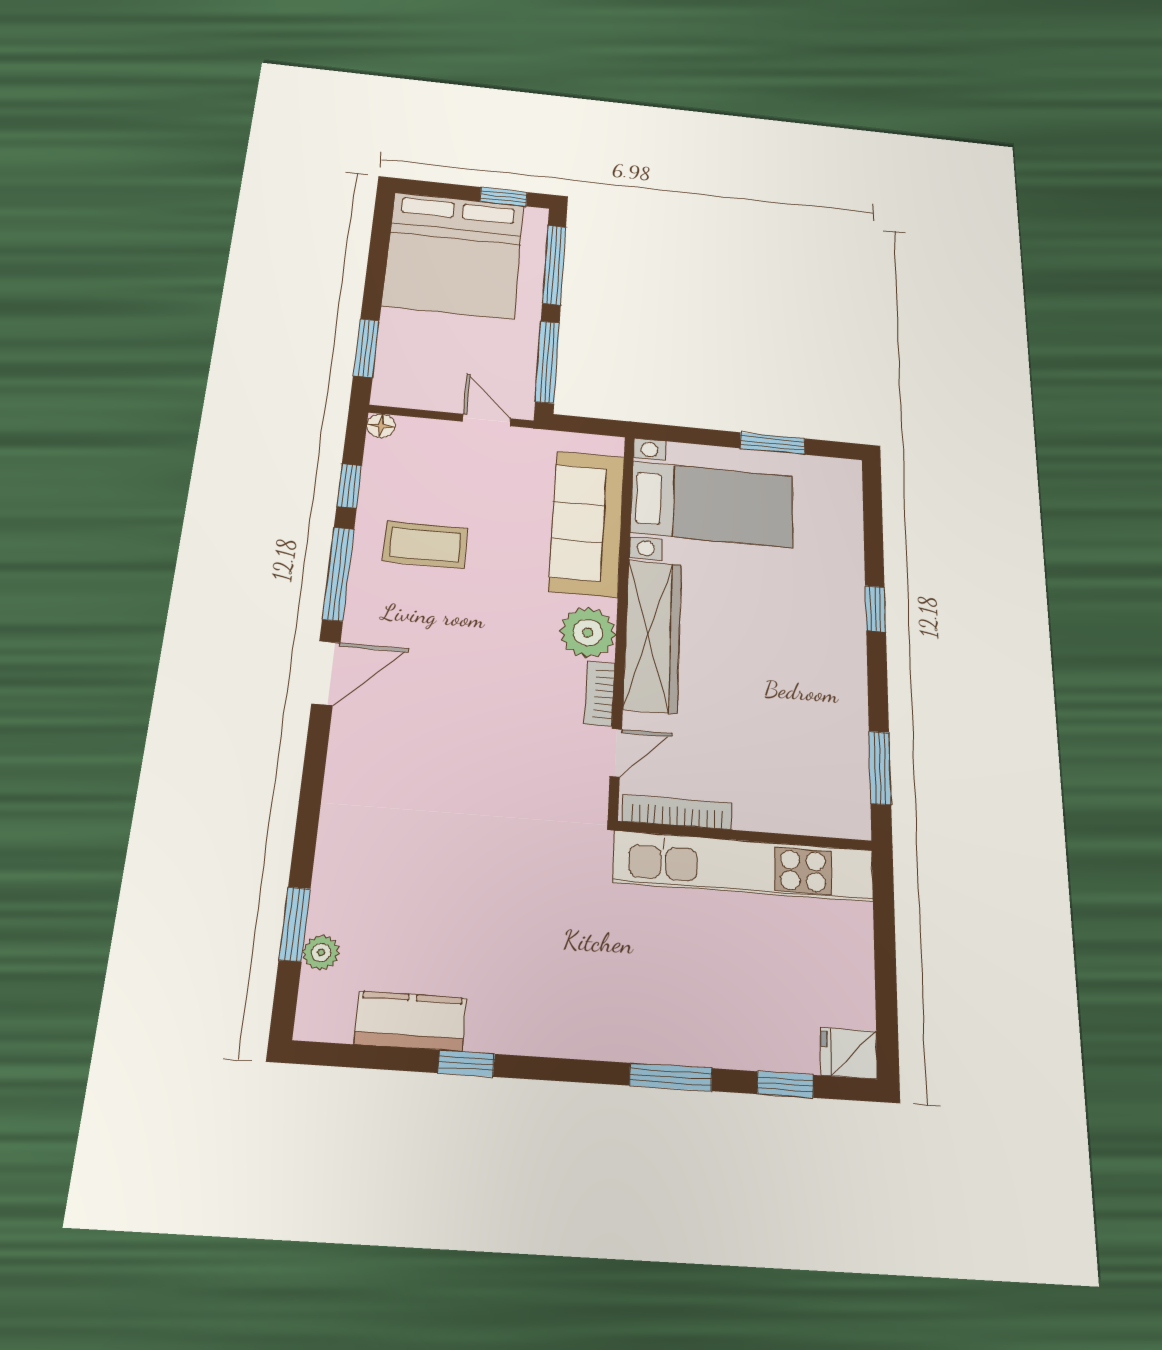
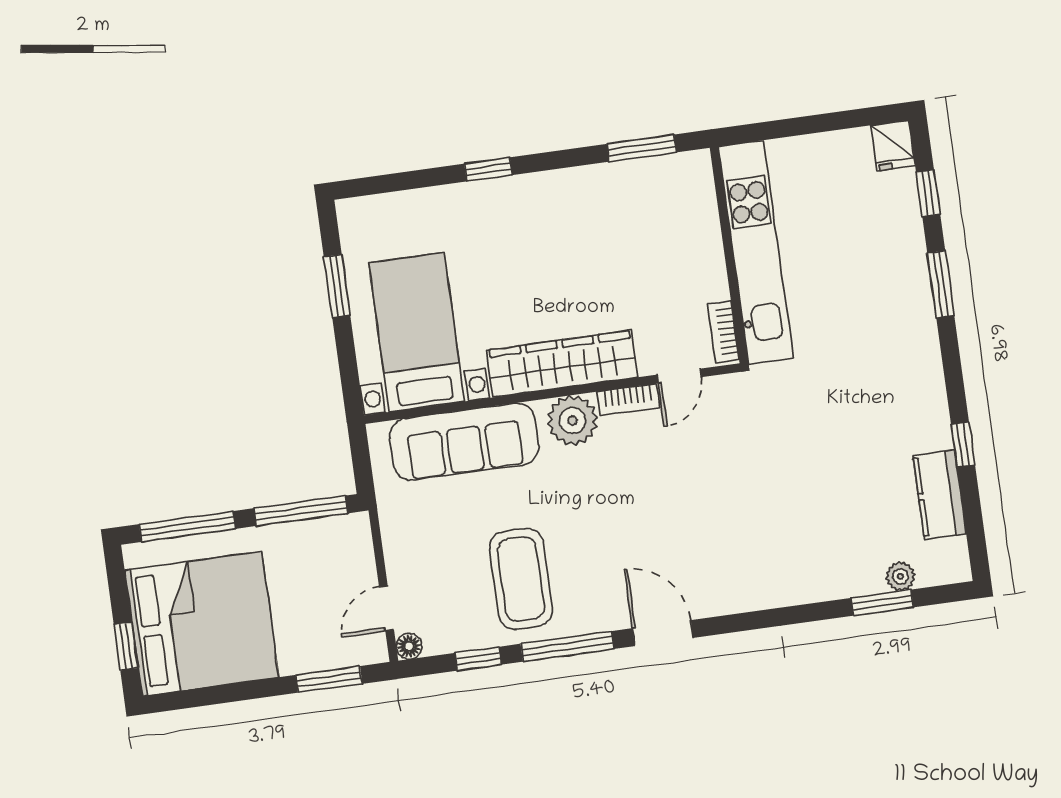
window: (504, 197) -> (126, 646), moved
door: (487, 420) -> (386, 608), moved
coffee table: (425, 545) -> (521, 579), width x1.36, depth x1.32
door: (616, 753) -> (679, 376), swing flipped
bookcase: (677, 812) -> (723, 332), width x0.64

